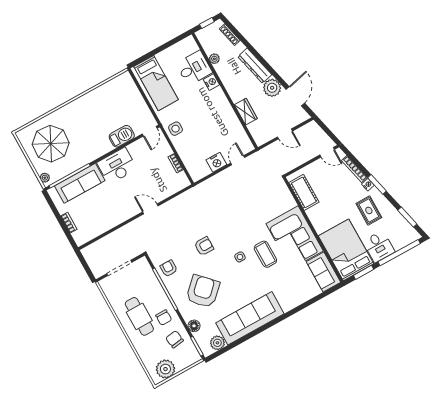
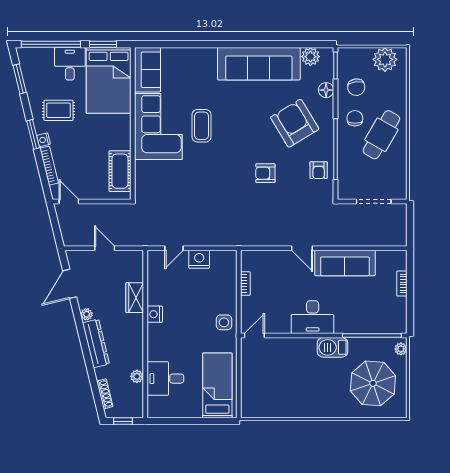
nightstand: (211, 82) -> (155, 314), moved
plant: (272, 88) -> (86, 314), width x0.53, depth x0.53
barbecue: (122, 136) -> (333, 347), moved
sofa: (80, 183) -> (345, 263), moved, turned 180
rug: (369, 210) -> (58, 110), turned 90
side table: (240, 257) -> (232, 139), removed
armchair: (203, 291) -> (295, 123), turned 103
cafe table: (139, 316) -> (381, 135), turned 30

